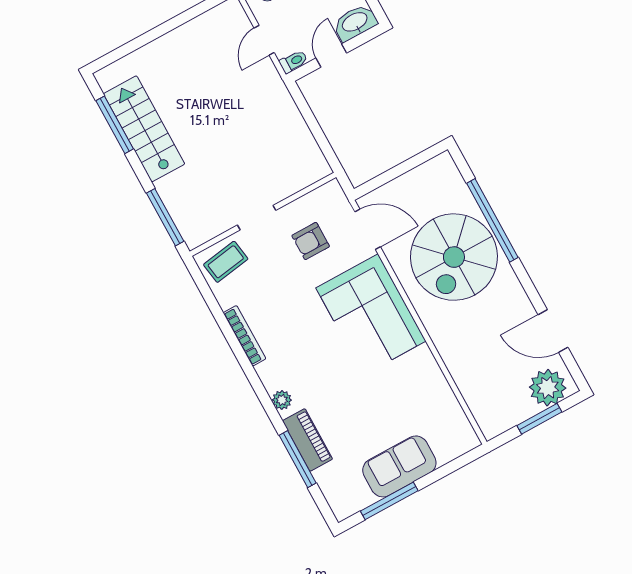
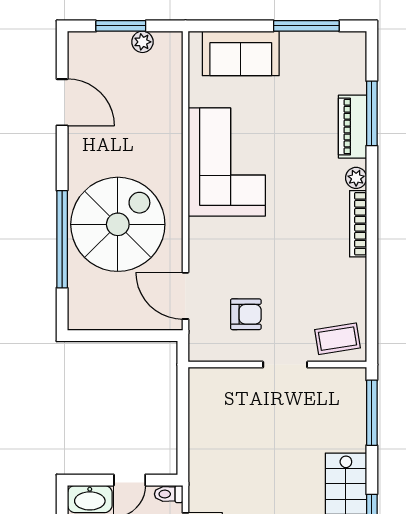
corner sofa: (371, 314) -> (227, 162), moved
bookcase: (245, 336) -> (358, 224), moved
plant: (548, 388) -> (142, 42), moved, width x0.53, depth x0.53
sofa: (399, 466) -> (241, 53), moved

